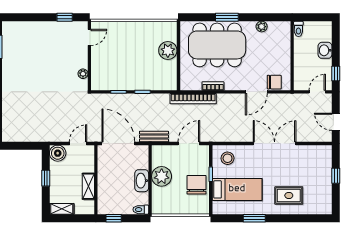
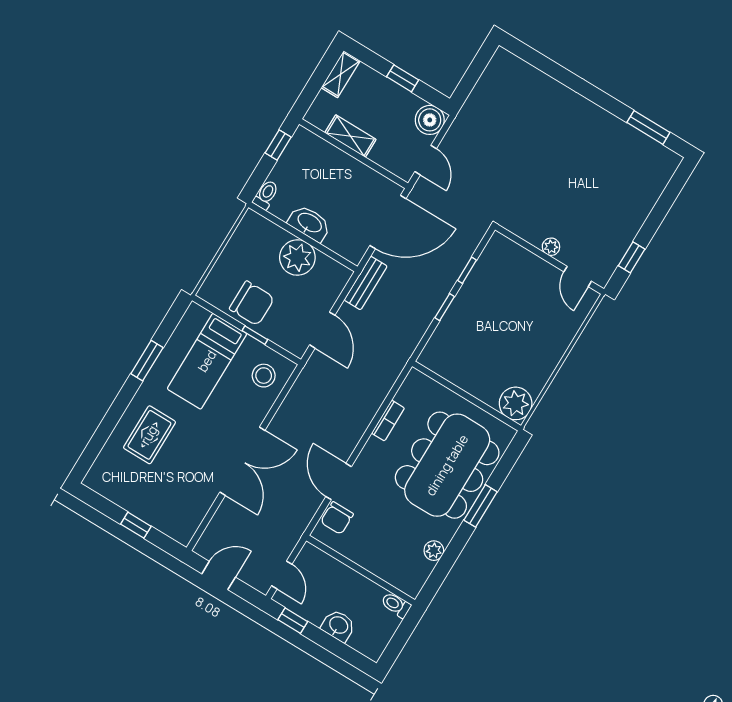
plant: (168, 51) -> (516, 403), moved
plant: (83, 74) -> (551, 247), moved
bookcase: (193, 99) -> (387, 378), removed

